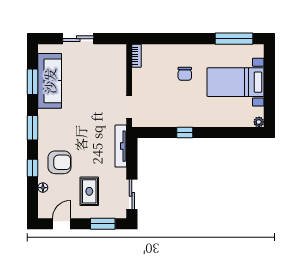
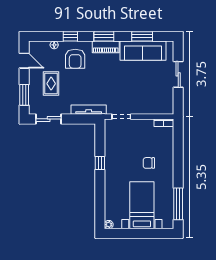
piano: (45, 126) -> (106, 47), added
rug: (89, 191) -> (51, 84), turned 90

